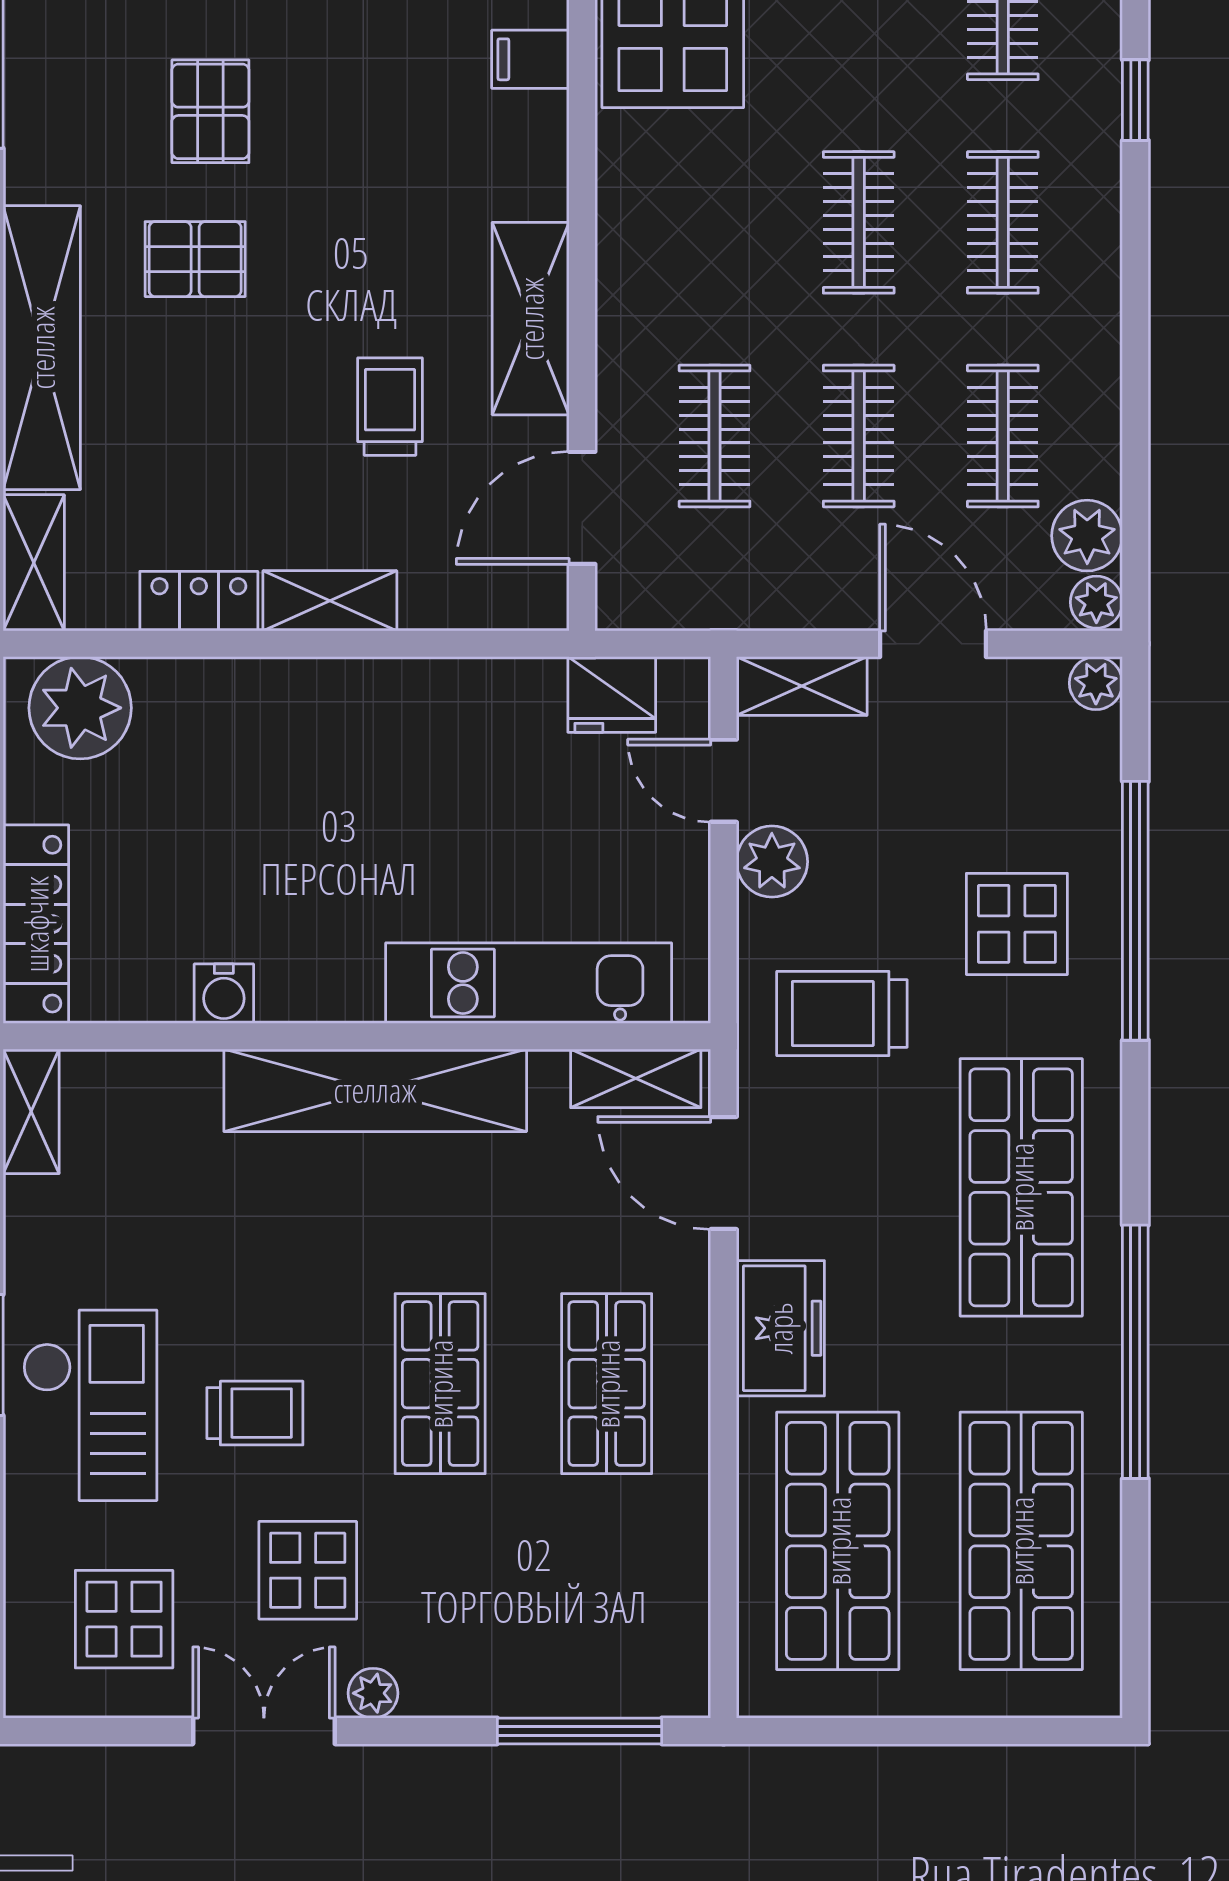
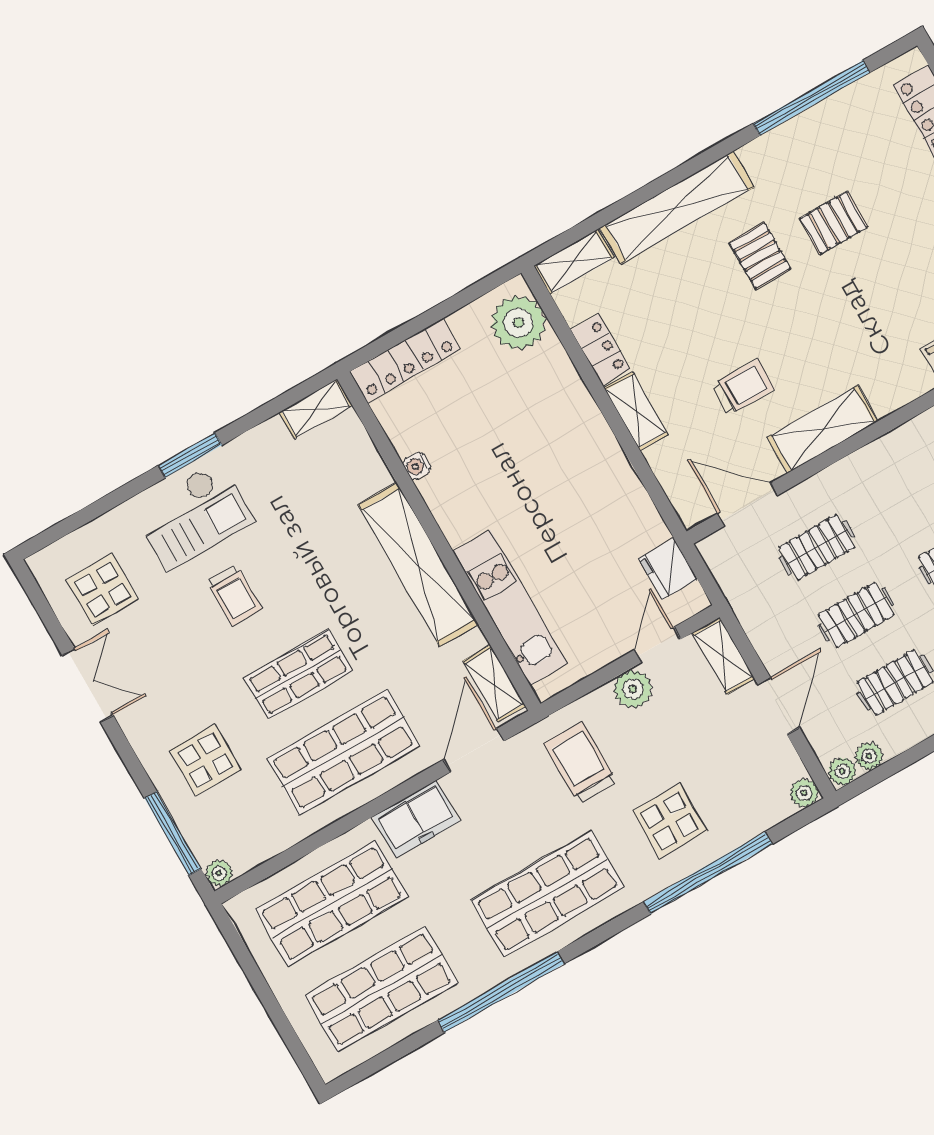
plant: (1087, 536) -> (869, 756), width x0.73, depth x0.73
water cooler: (224, 994) -> (417, 466), width x0.72, depth x0.72
shop shelf: (607, 1384) -> (343, 752), width x1.43, depth x1.36
display table: (308, 1570) -> (205, 760), moved
plant: (373, 1693) -> (219, 873), moved

